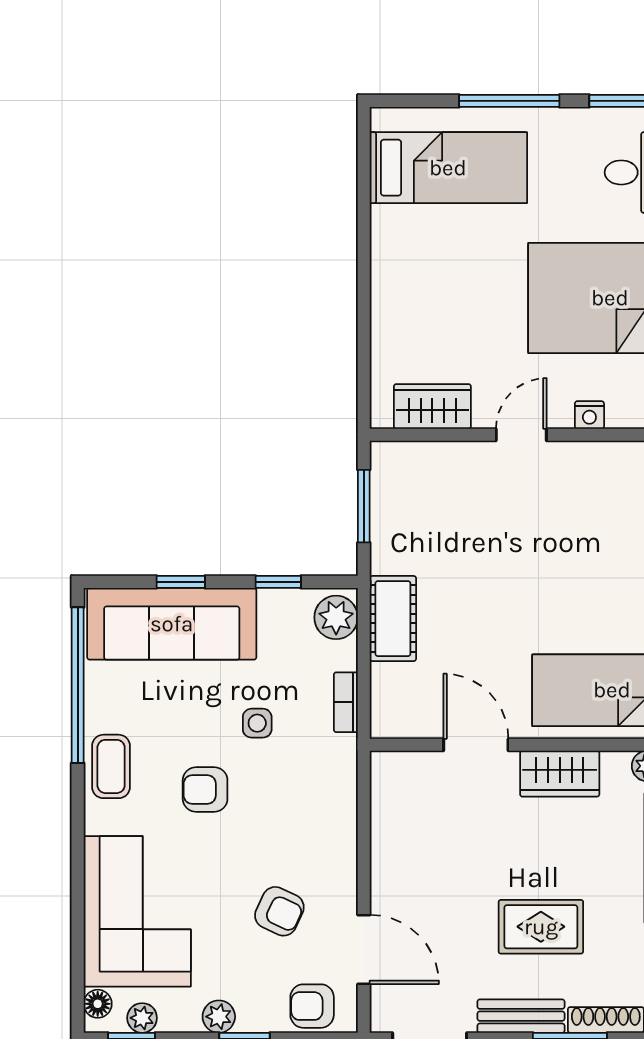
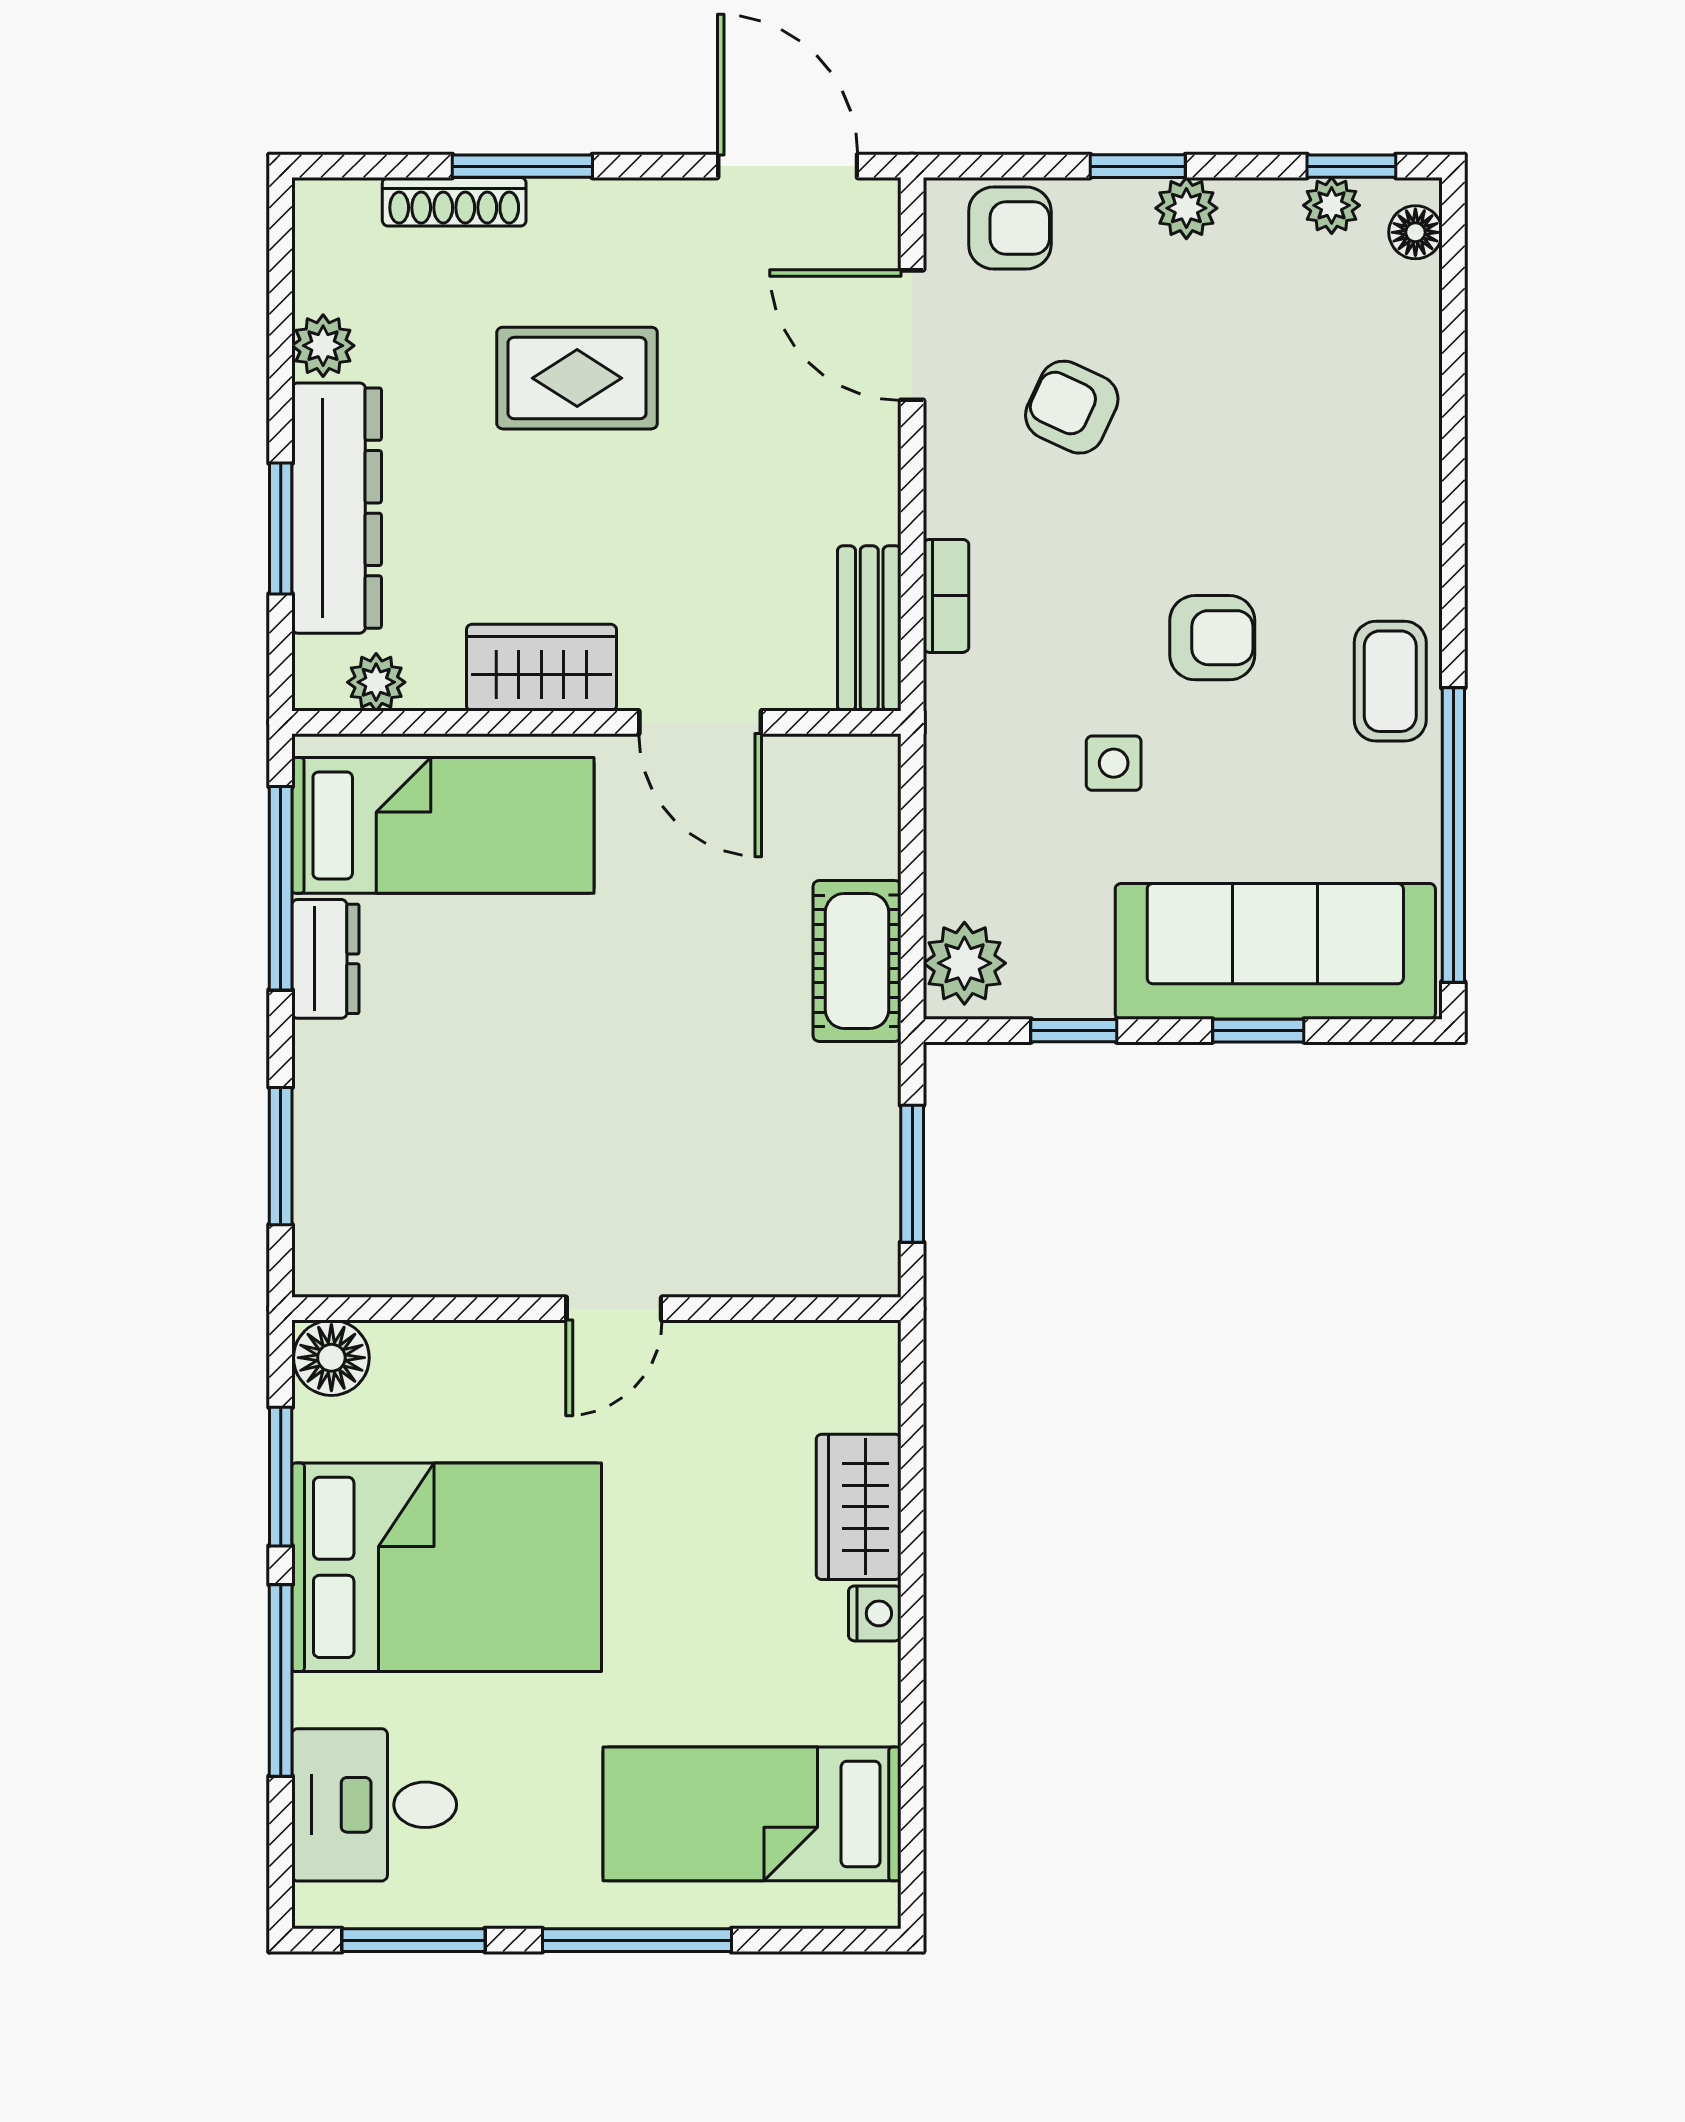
wardrobe: (432, 406) -> (859, 1507), moved, turned 90
nightstand: (589, 415) -> (875, 1613), moved, turned 90
bookcase: (346, 702) -> (946, 596), moved
corner sofa: (137, 911) -> (1341, 407), removed
bench: (521, 1016) -> (869, 628), moved, turned 90

